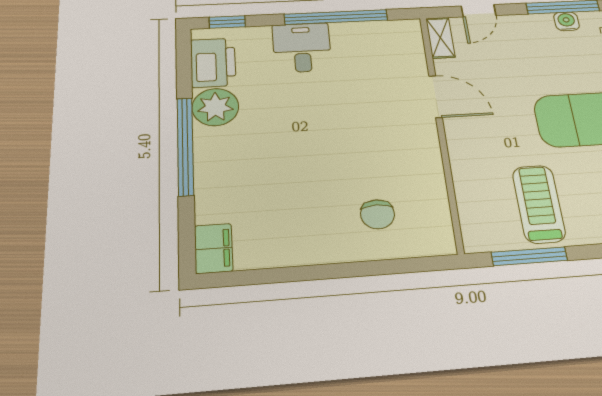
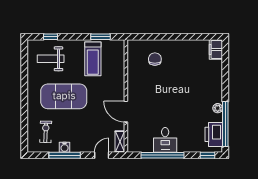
desk: (302, 48) -> (165, 140), moved
plant: (215, 107) -> (218, 108), width x0.53, depth x0.53
window: (185, 146) -> (225, 124), moved
window: (529, 256) -> (101, 37), width x0.69

